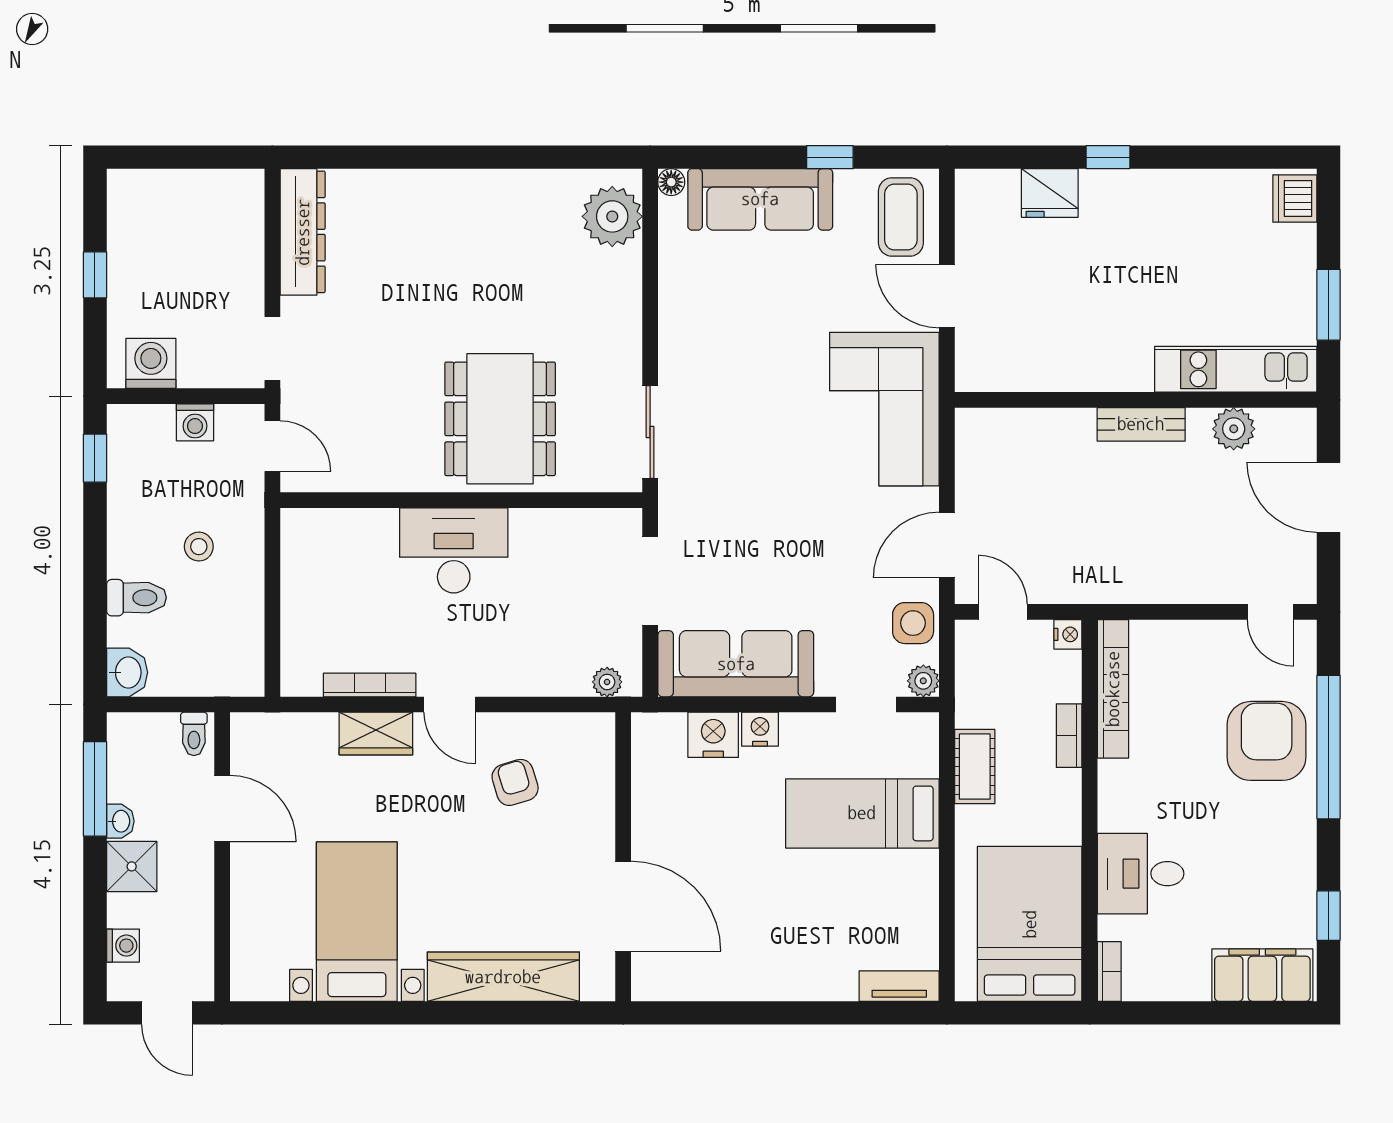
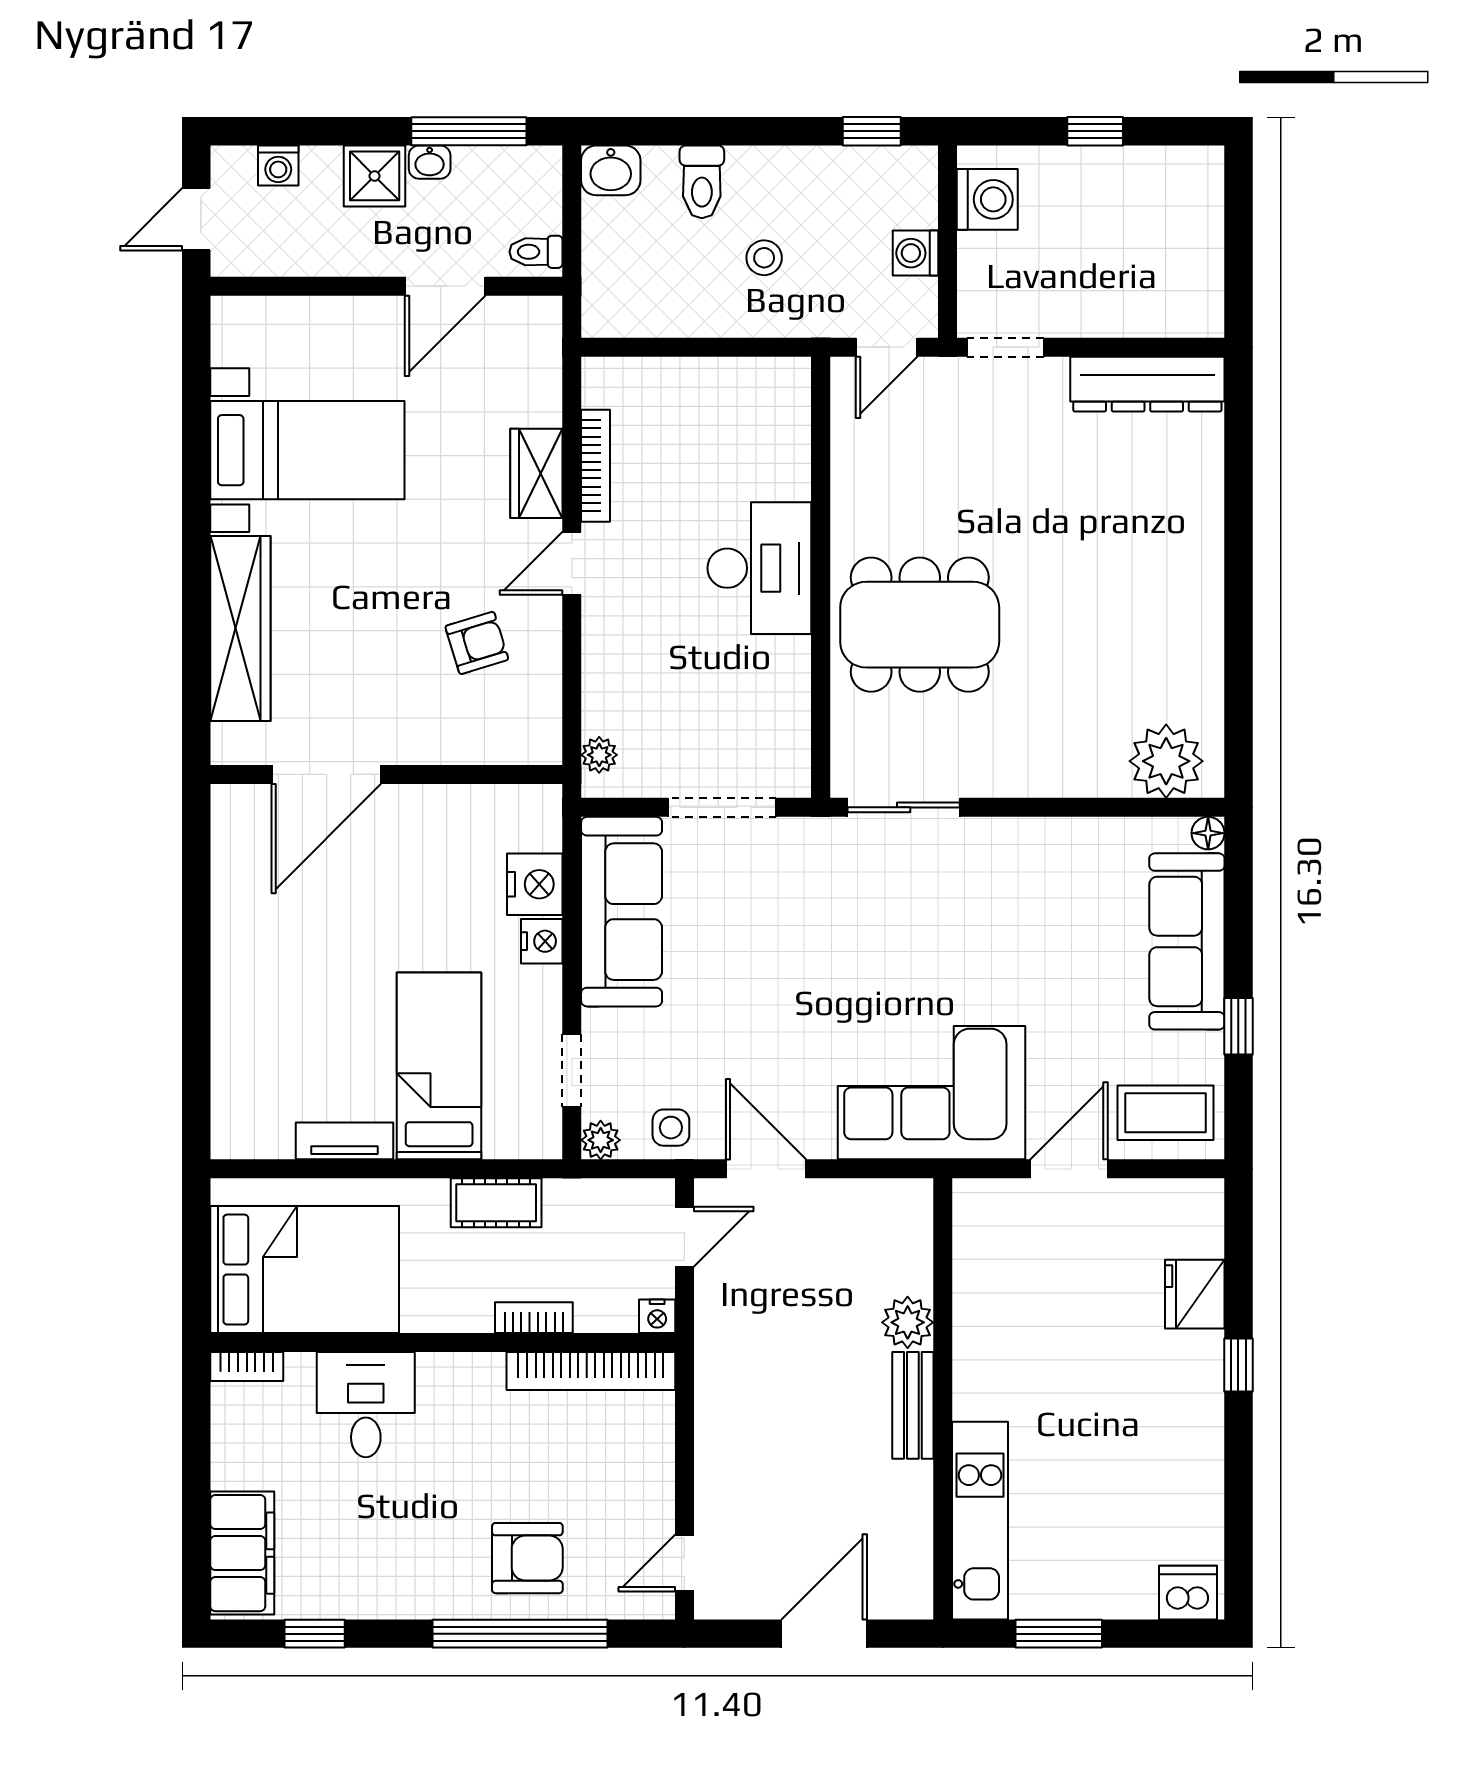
plant: (1234, 429) -> (908, 1322), moved
side table: (913, 623) -> (671, 1128), width x0.73, depth x0.73
armchair: (1267, 741) -> (527, 1558), width x0.73, depth x0.73
tv unit: (899, 986) -> (345, 1141), moved, turned -90

